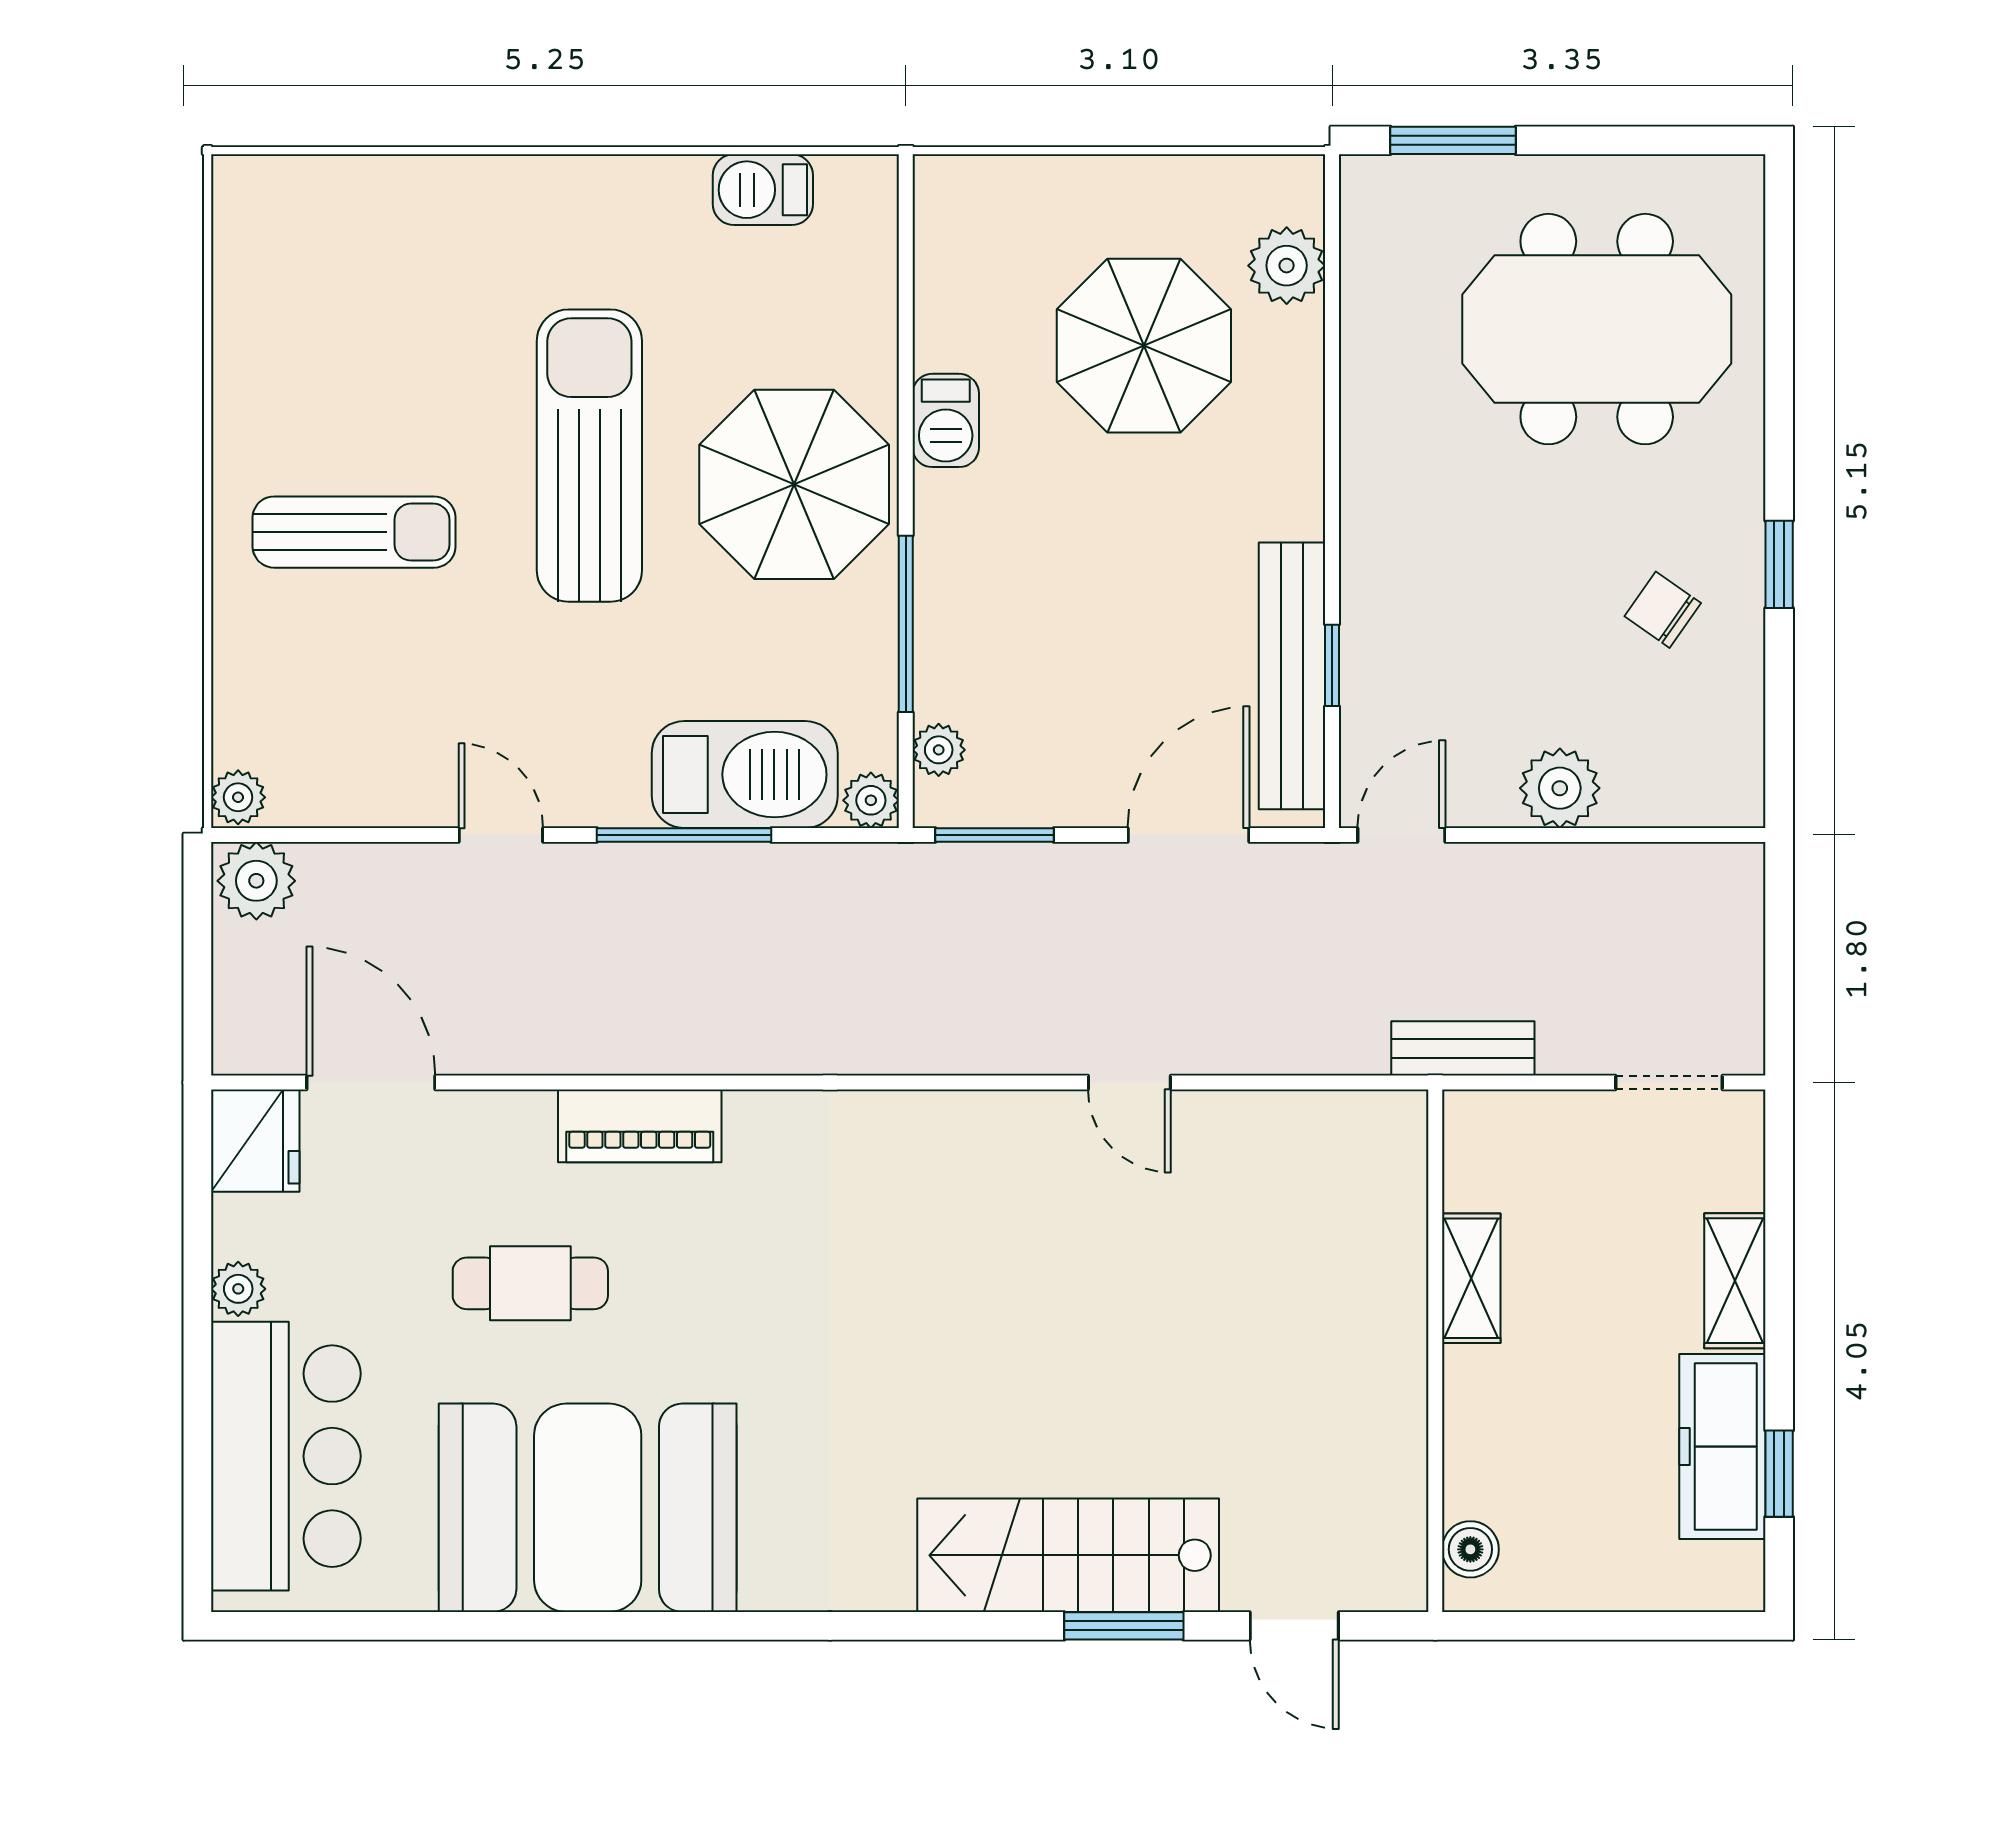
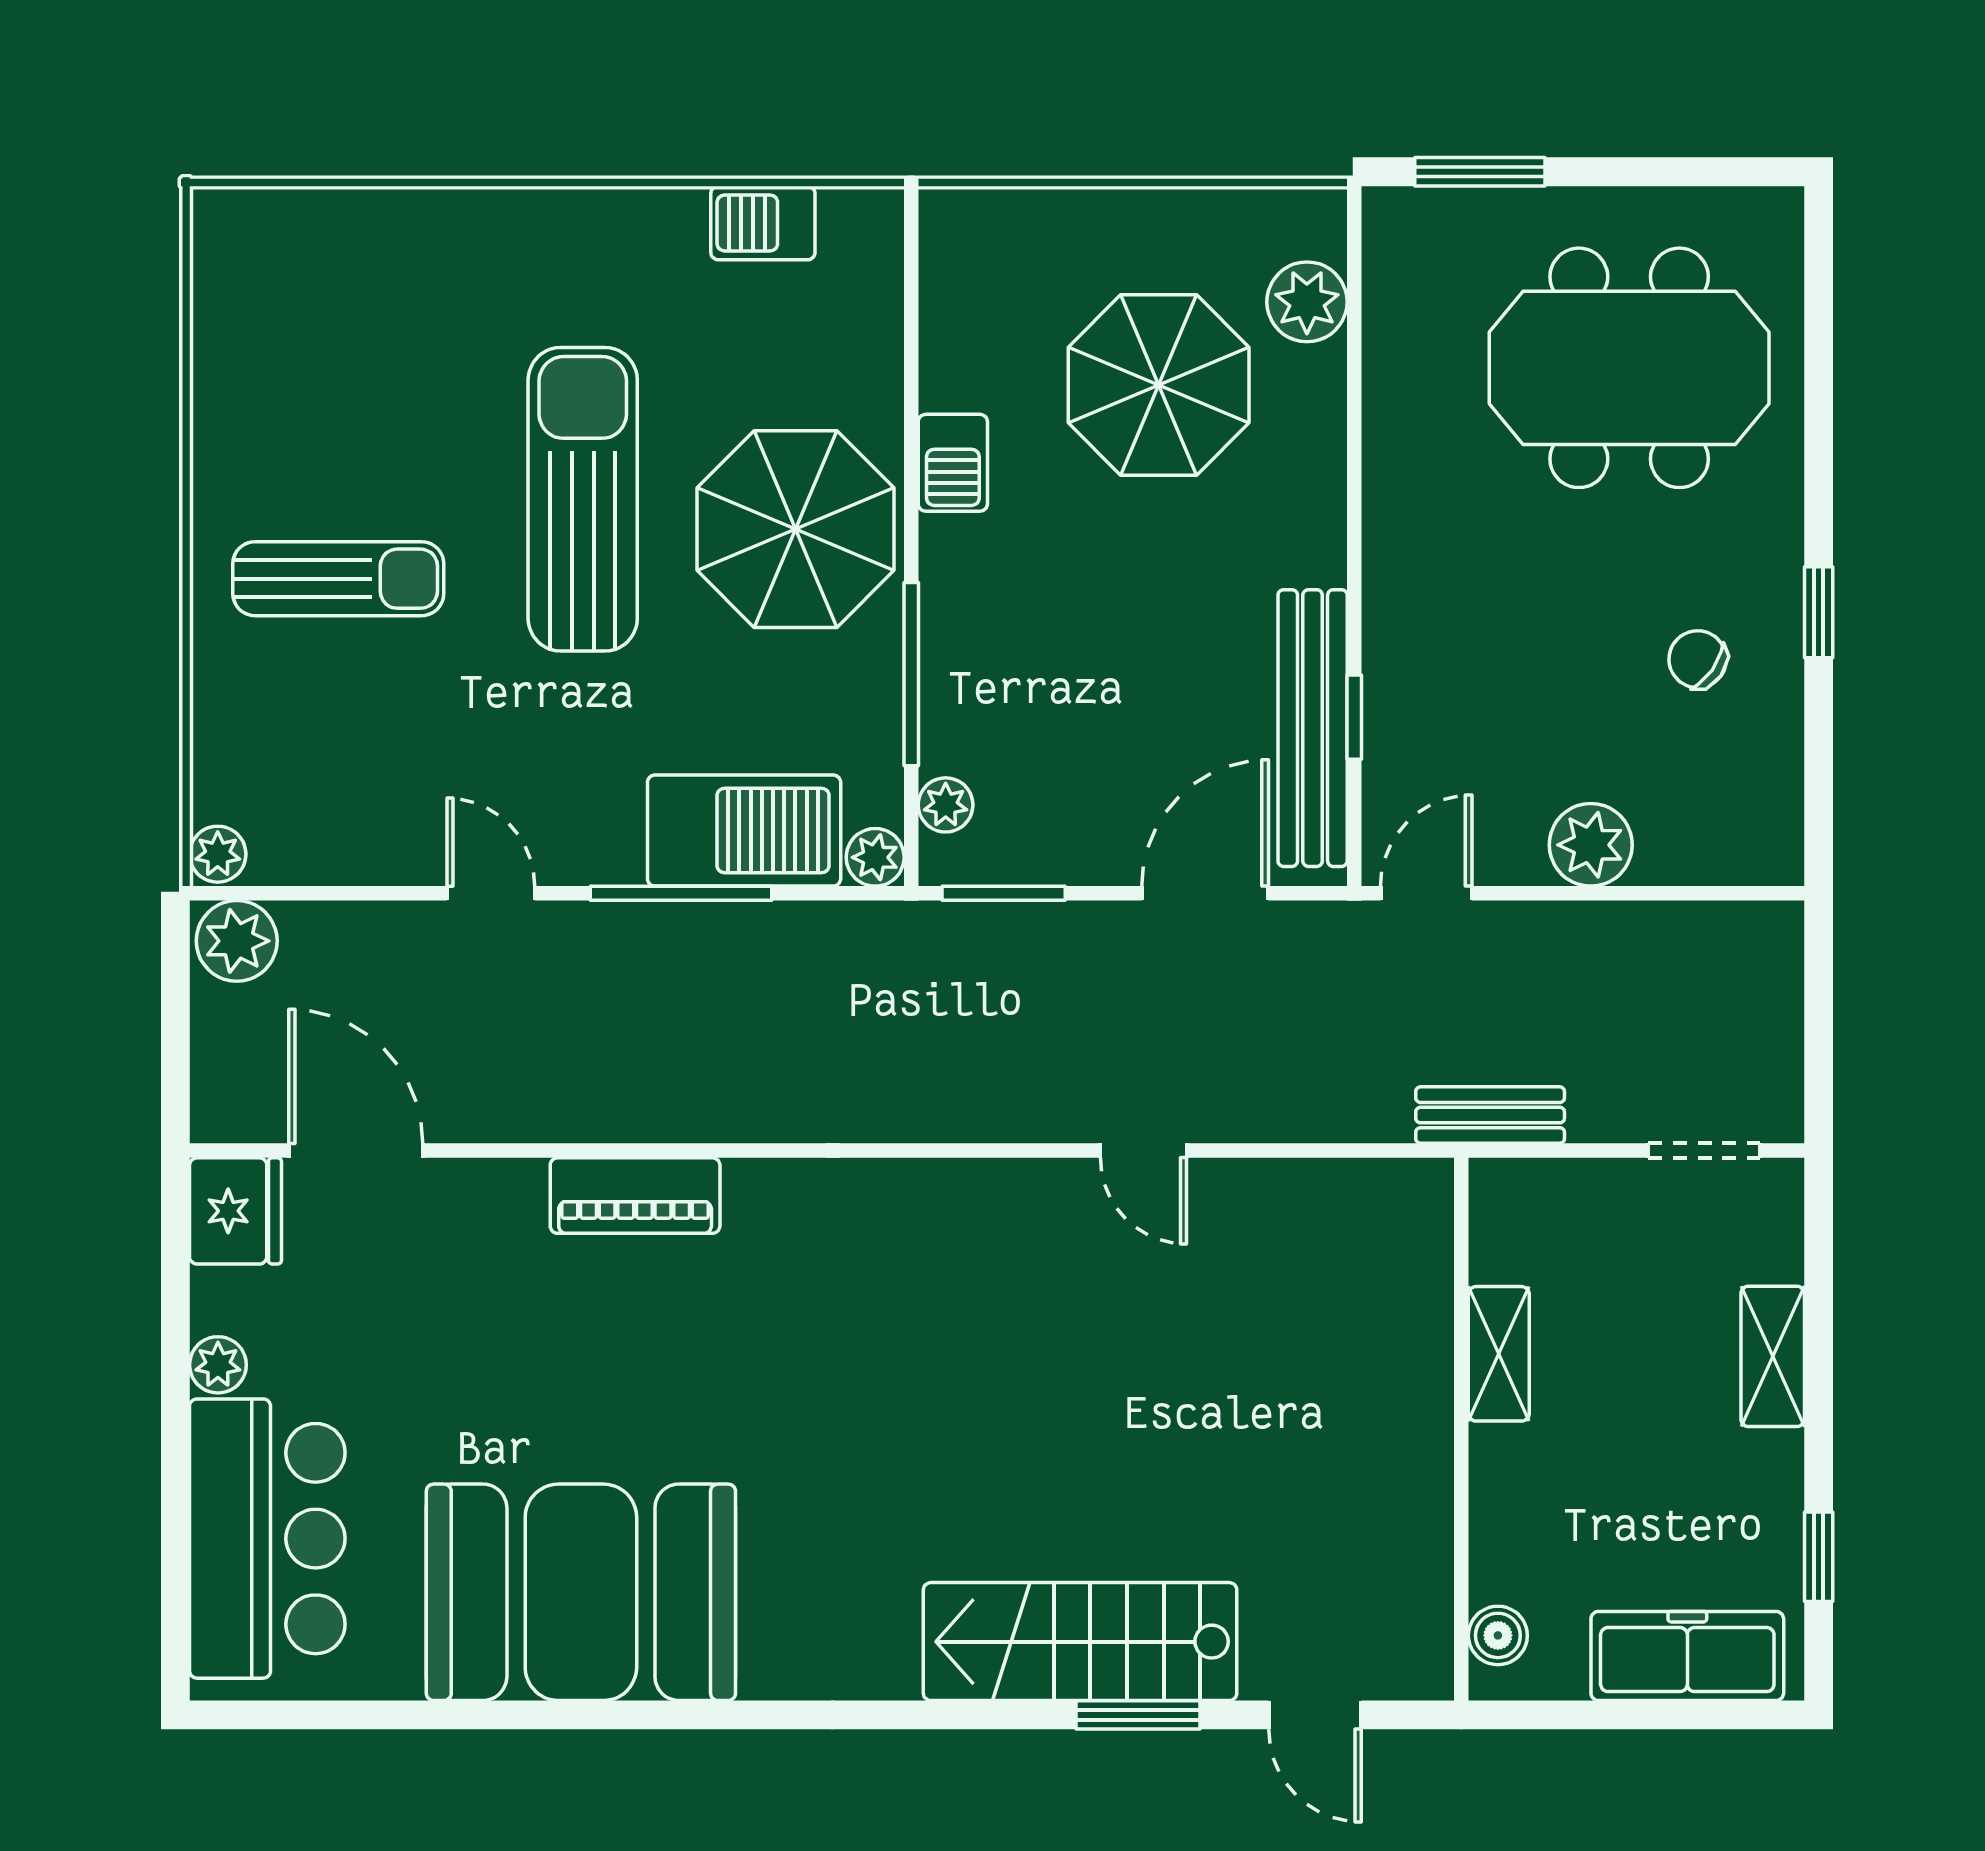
cafe table: (530, 1283) -> (521, 1359), removed
freezer: (1722, 1447) -> (1687, 1656), moved, turned 90

